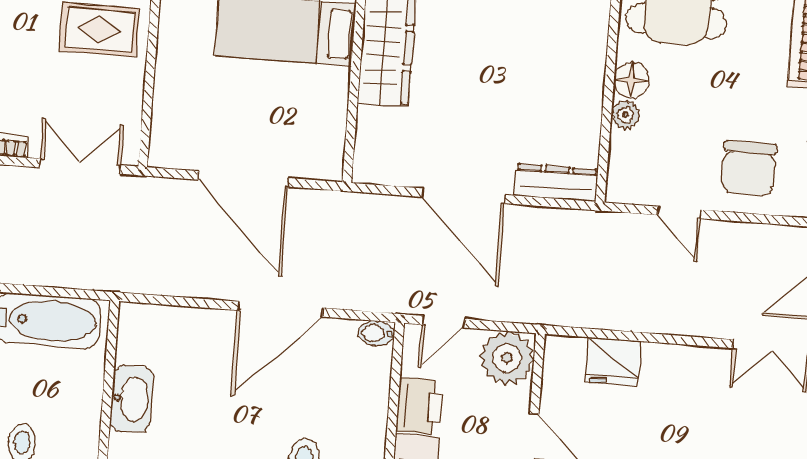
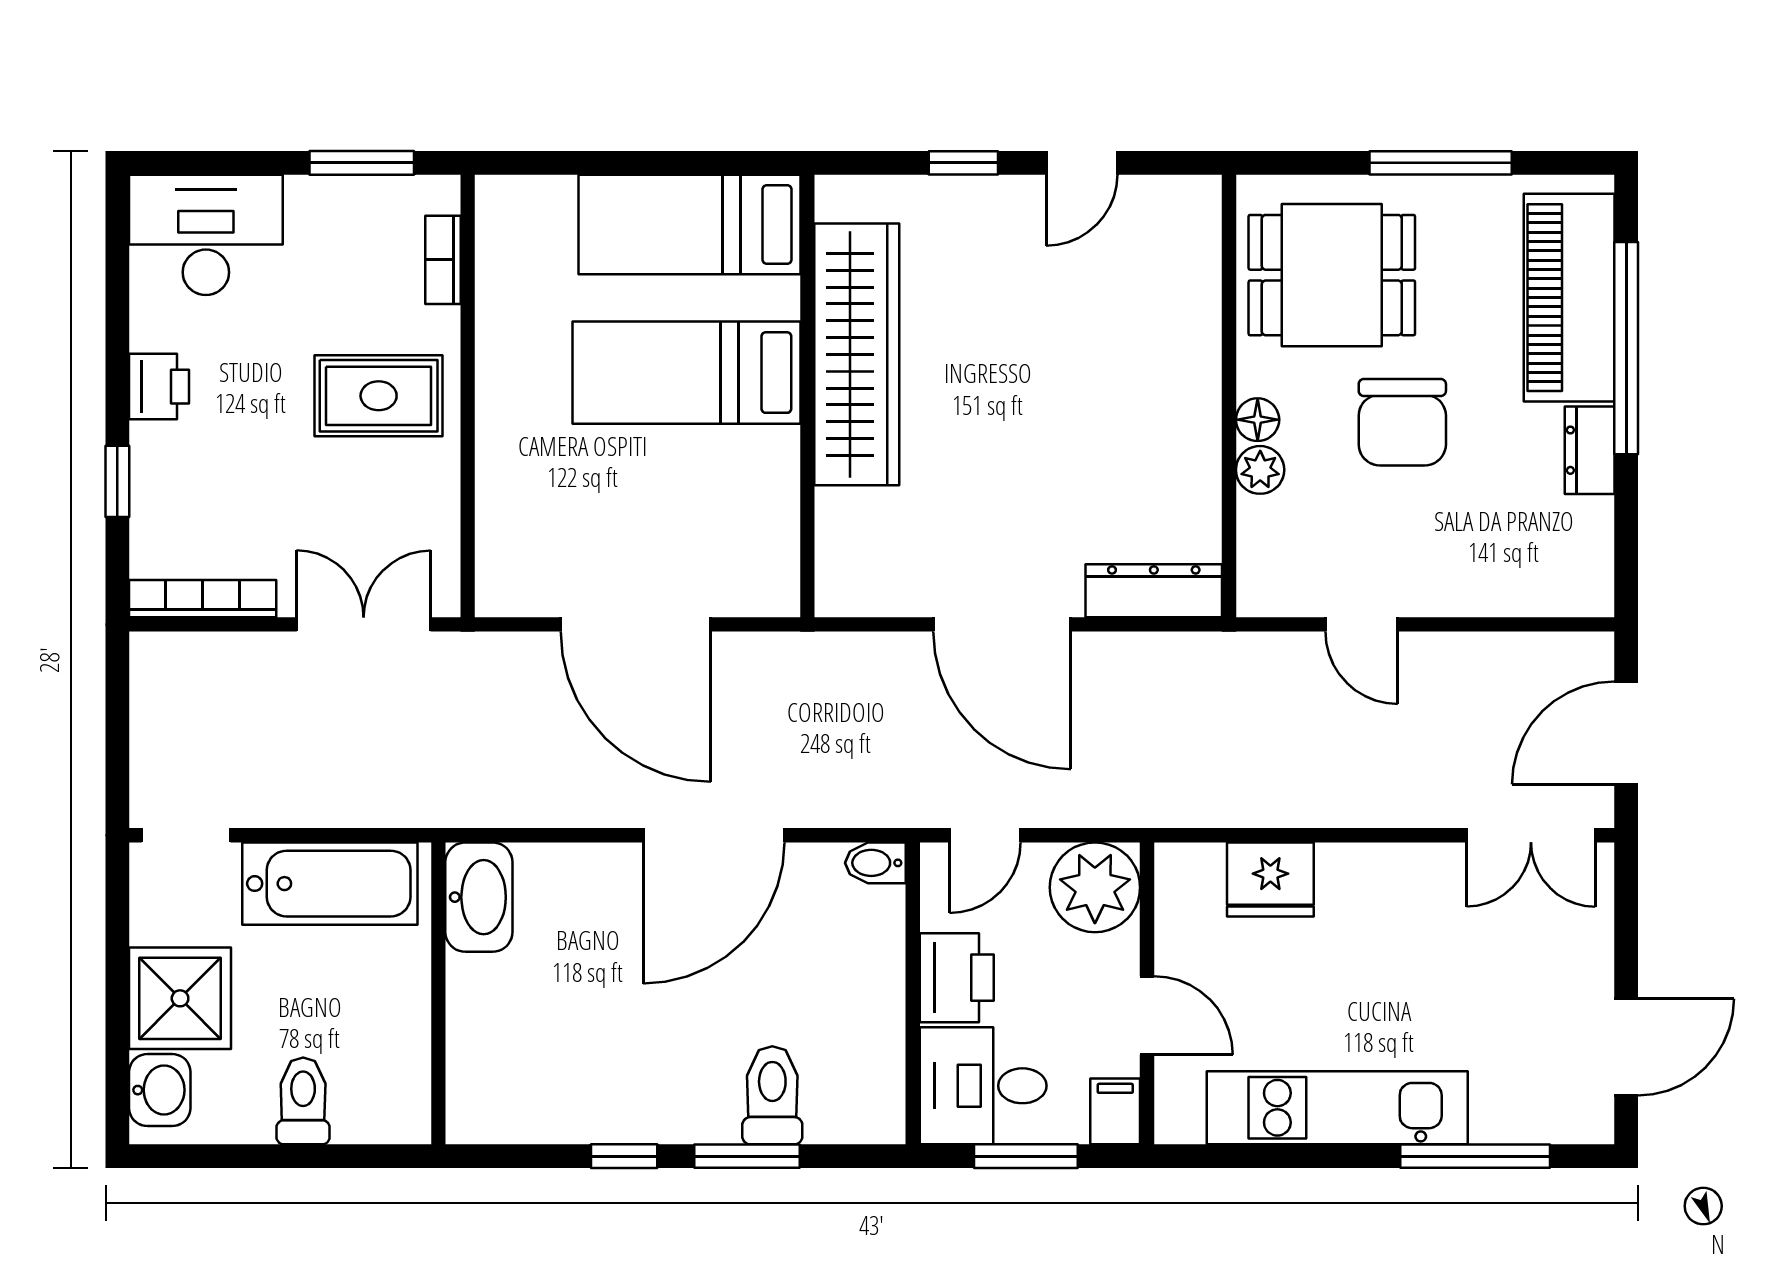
floor lamp: (632, 80) -> (1258, 420), width x0.73, depth x0.73
chair: (749, 168) -> (1402, 422), moved
washbasin: (132, 399) -> (479, 897), moved

